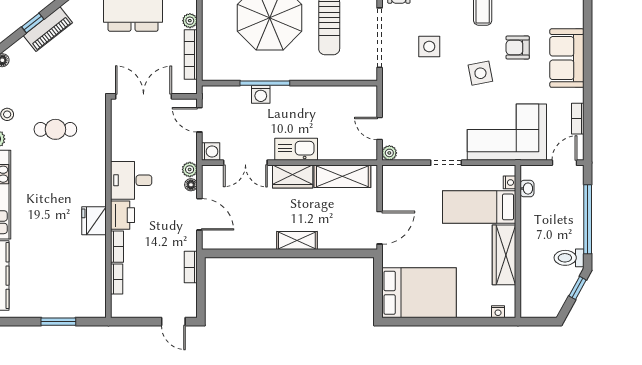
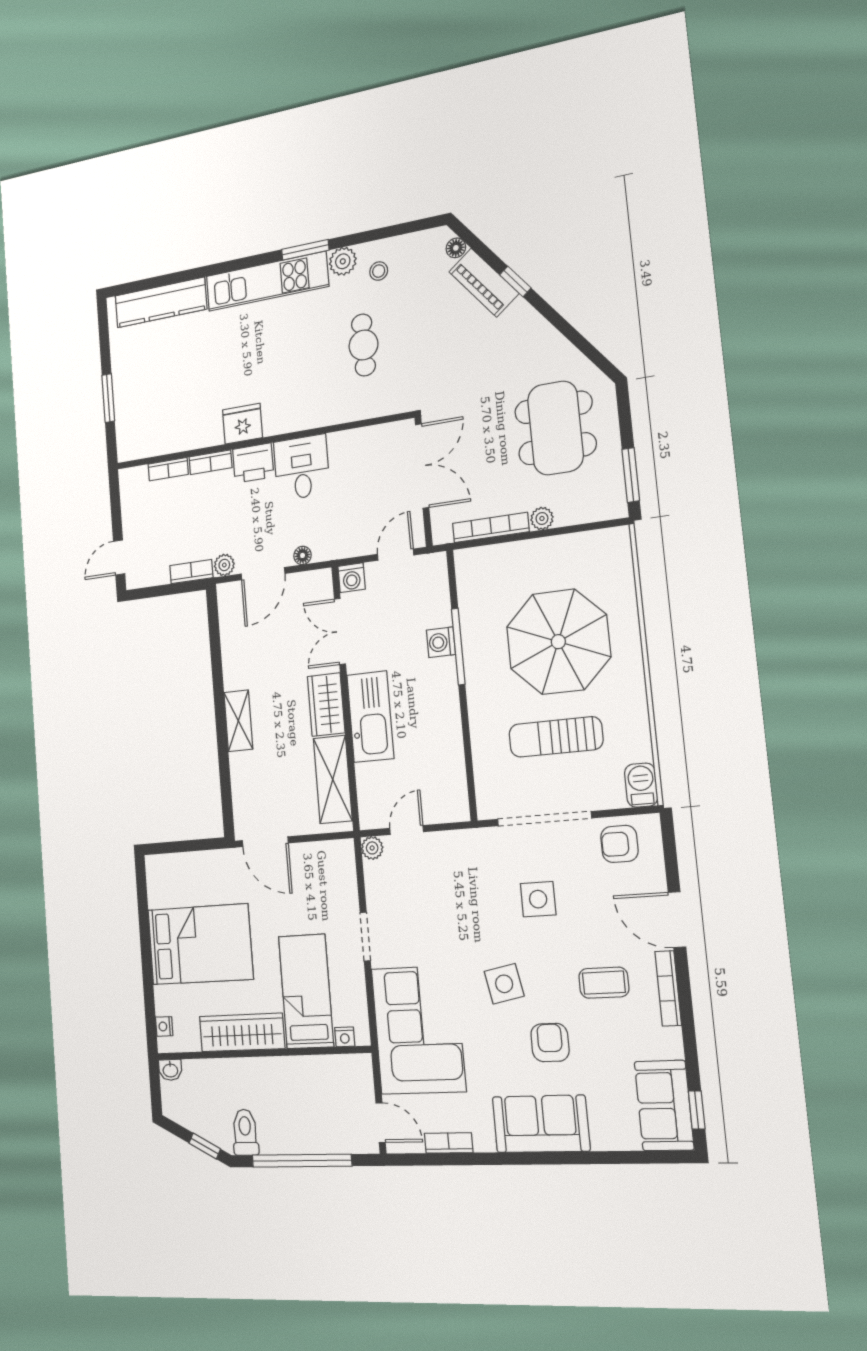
piano: (48, 29) -> (484, 283), moved
kitchen sink: (296, 149) -> (370, 717), width x1.36, depth x1.24
plant: (190, 169) -> (224, 565), moved
washbasin: (527, 189) -> (170, 1070), moved
bed: (419, 293) -> (200, 944), moved, turned -90

